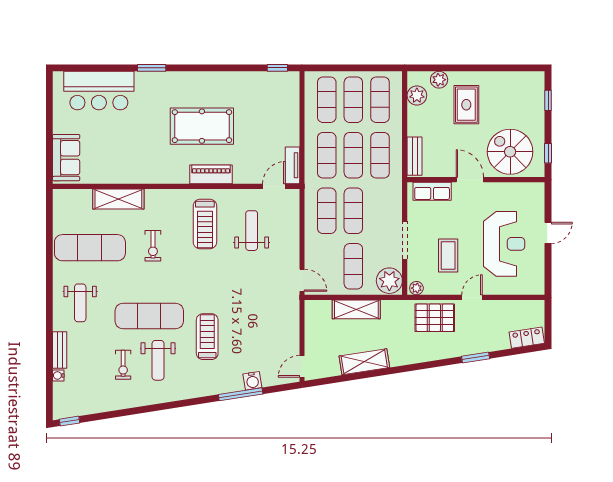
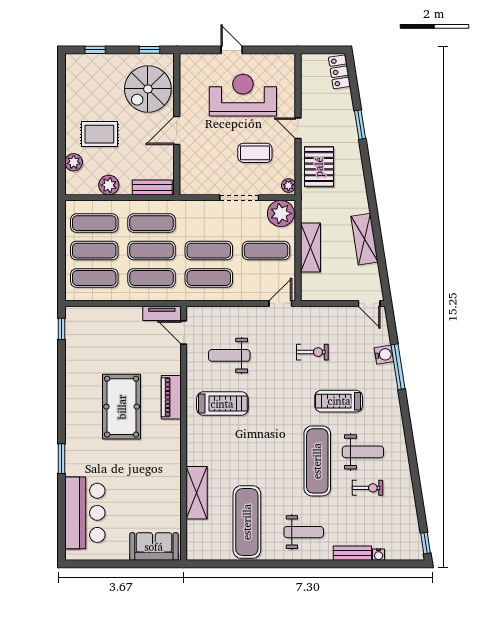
plant: (417, 95) -> (109, 185), moved
row of seats: (432, 191) -> (189, 169), removed
exercise bike: (153, 246) -> (312, 352), moved

